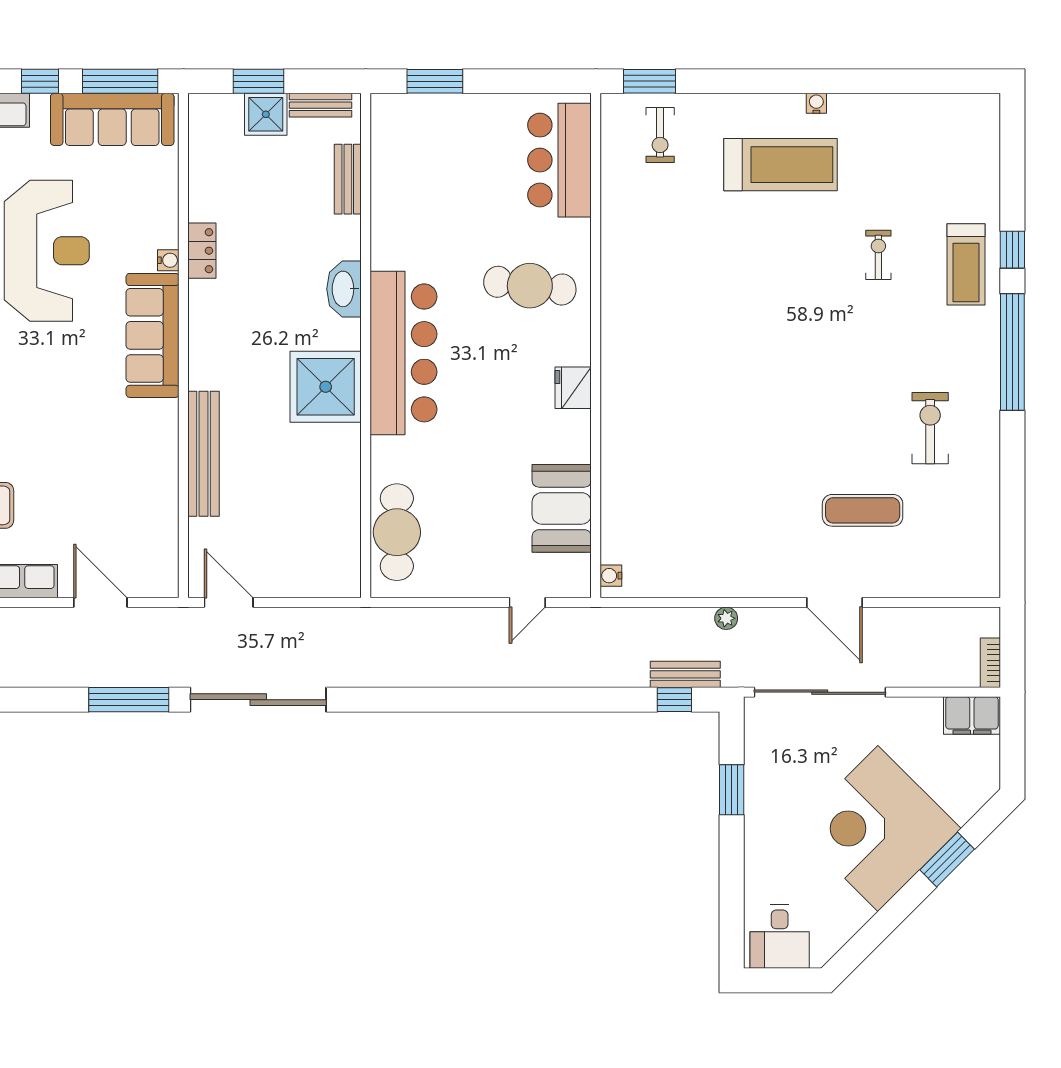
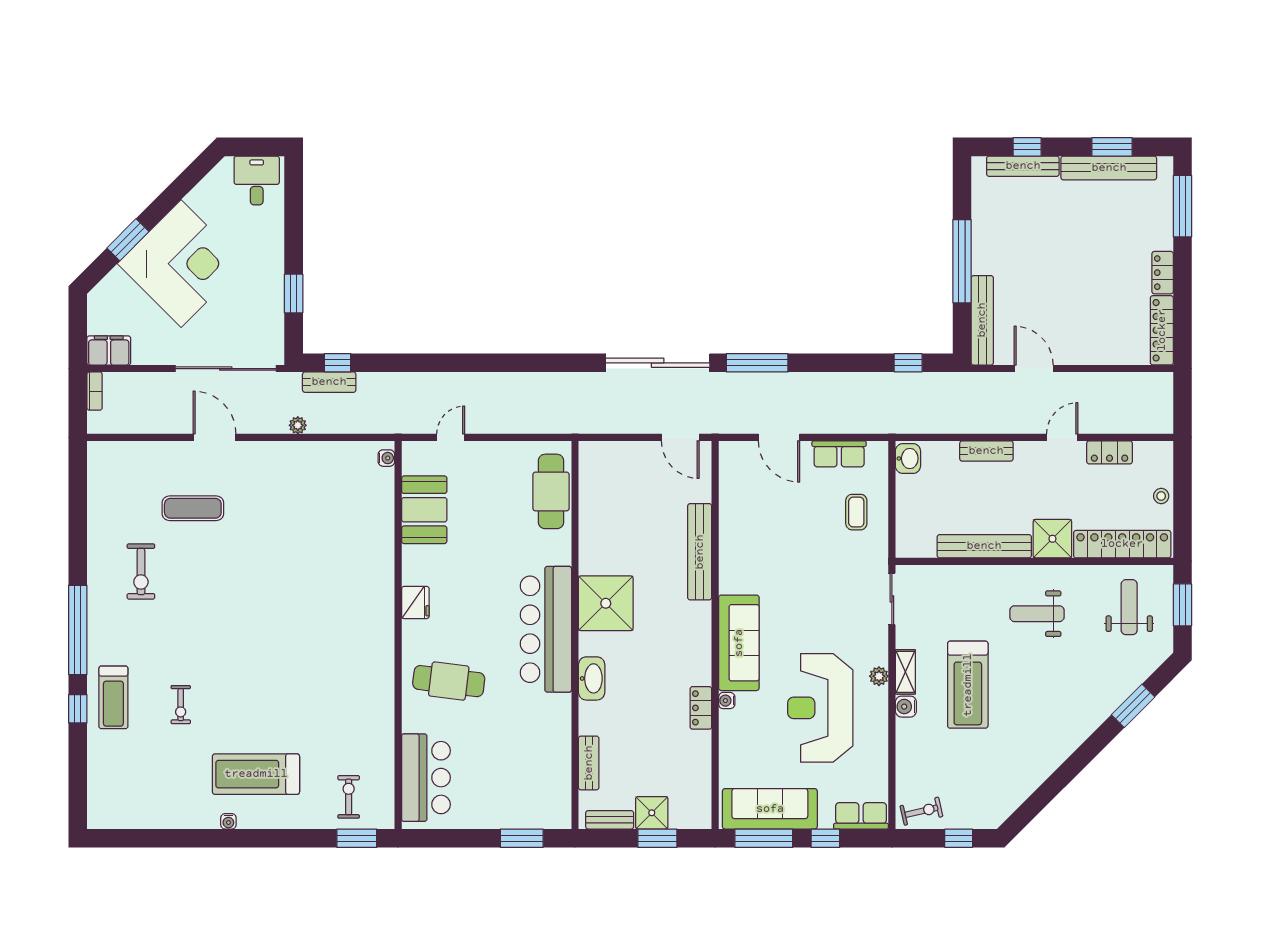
treadmill: (966, 264) -> (113, 697), turned 180

